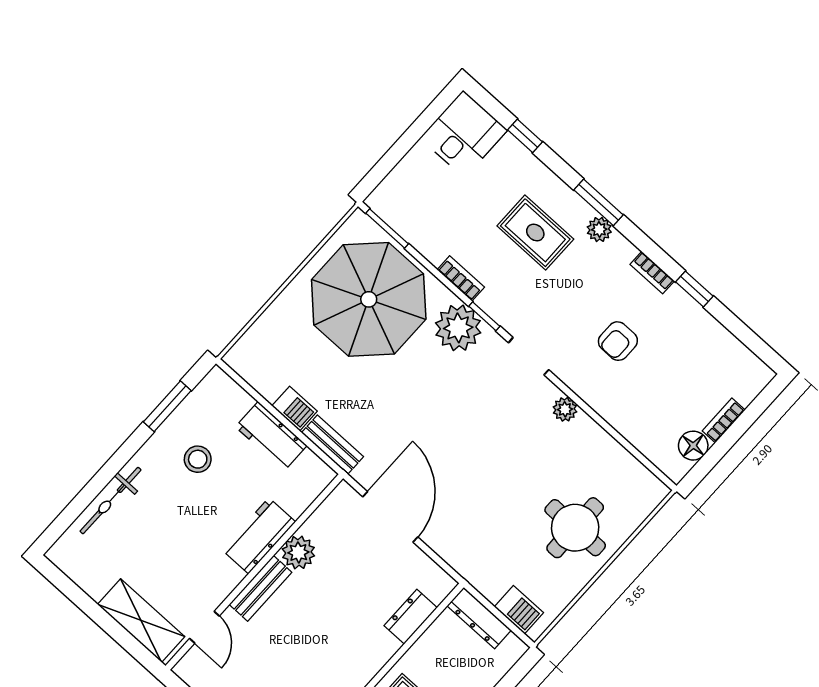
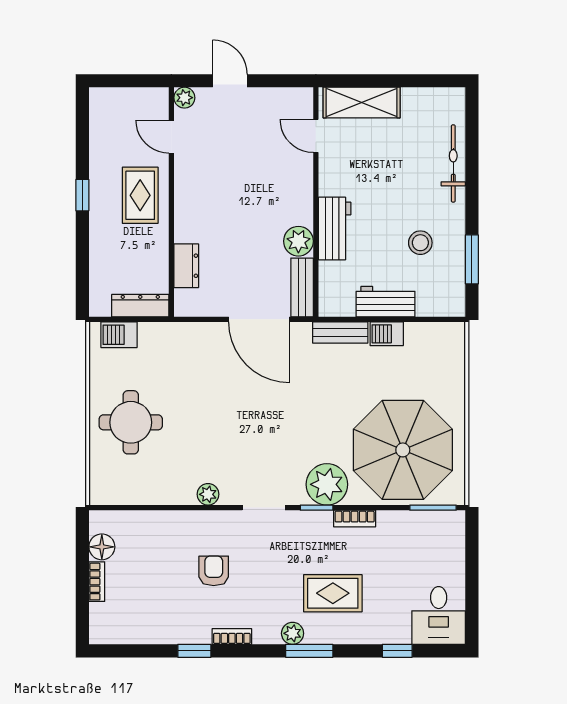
bench: (260, 588) -> (302, 287), moved

